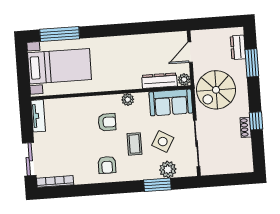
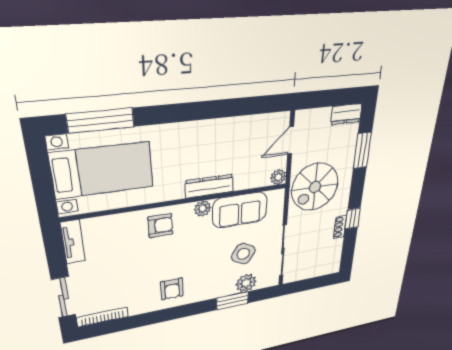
dresser: (238, 47) -> (346, 114), moved, turned -90
dresser: (160, 81) -> (209, 186), moved
sofa: (171, 102) -> (240, 210), moved
armchair: (107, 122) -> (160, 226), moved
coffee table: (134, 144) -> (208, 261), removed

